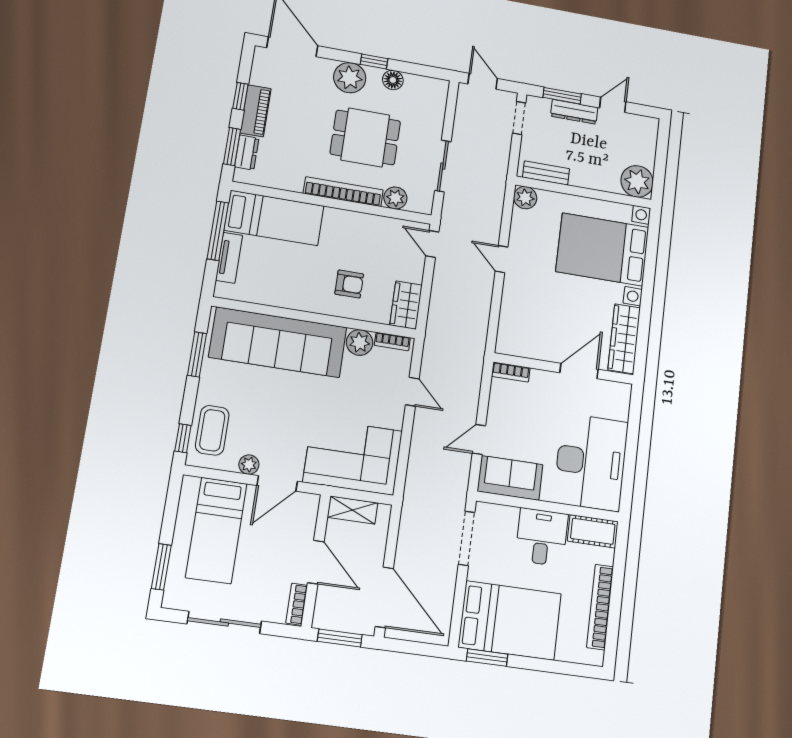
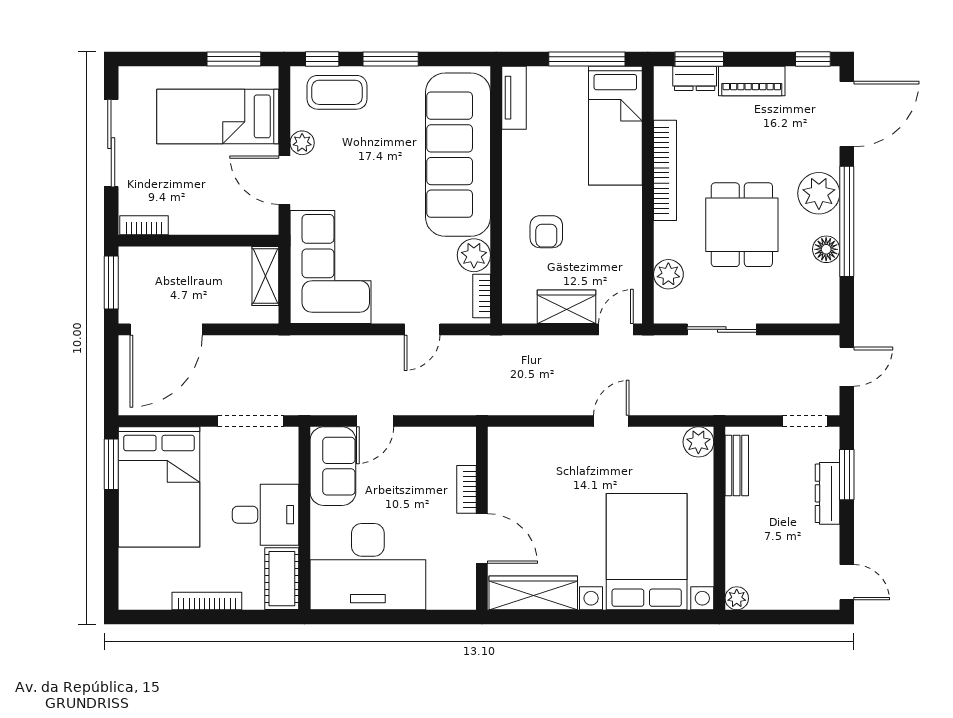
window: (374, 62) -> (847, 221), width x3.17
window: (240, 96) -> (813, 59), moved
door: (613, 105) -> (847, 582), moved
plant: (637, 181) -> (737, 598), width x0.53, depth x0.53
bookcase: (343, 192) -> (665, 170), moved
tv unit: (229, 258) -> (514, 98), moved, turned -90
wardrobe: (406, 305) -> (566, 307), moved
window: (197, 354) -> (391, 59), moved
bookcase: (511, 372) -> (467, 489), moved
door: (479, 439) -> (375, 421), swing flipped
door: (316, 562) -> (197, 241), removed
window: (161, 567) -> (234, 59), moved
bookcase: (600, 607) -> (207, 601), width x0.68, depth x0.76

